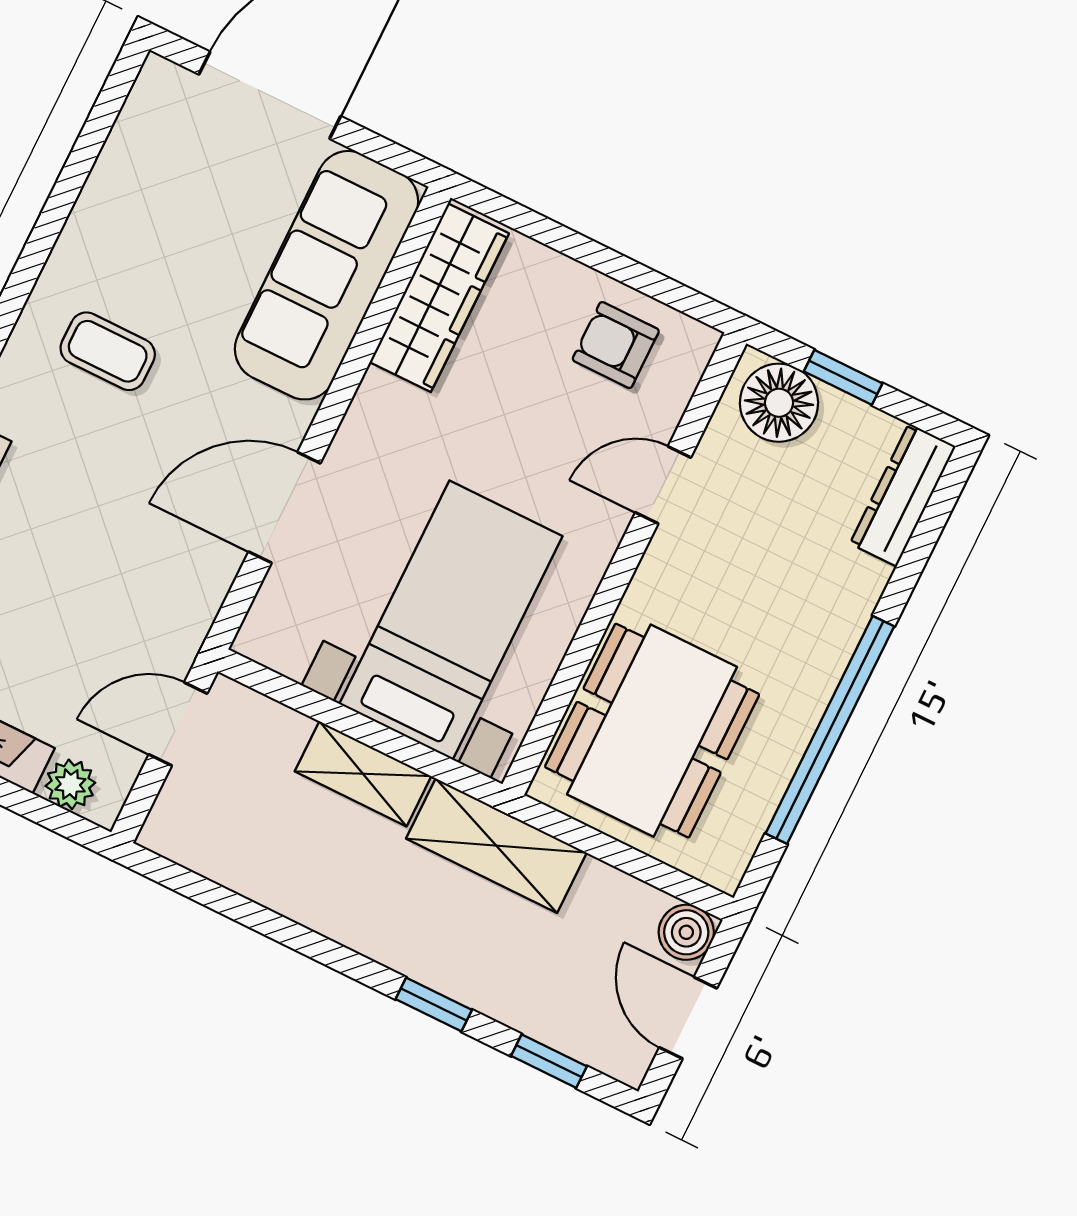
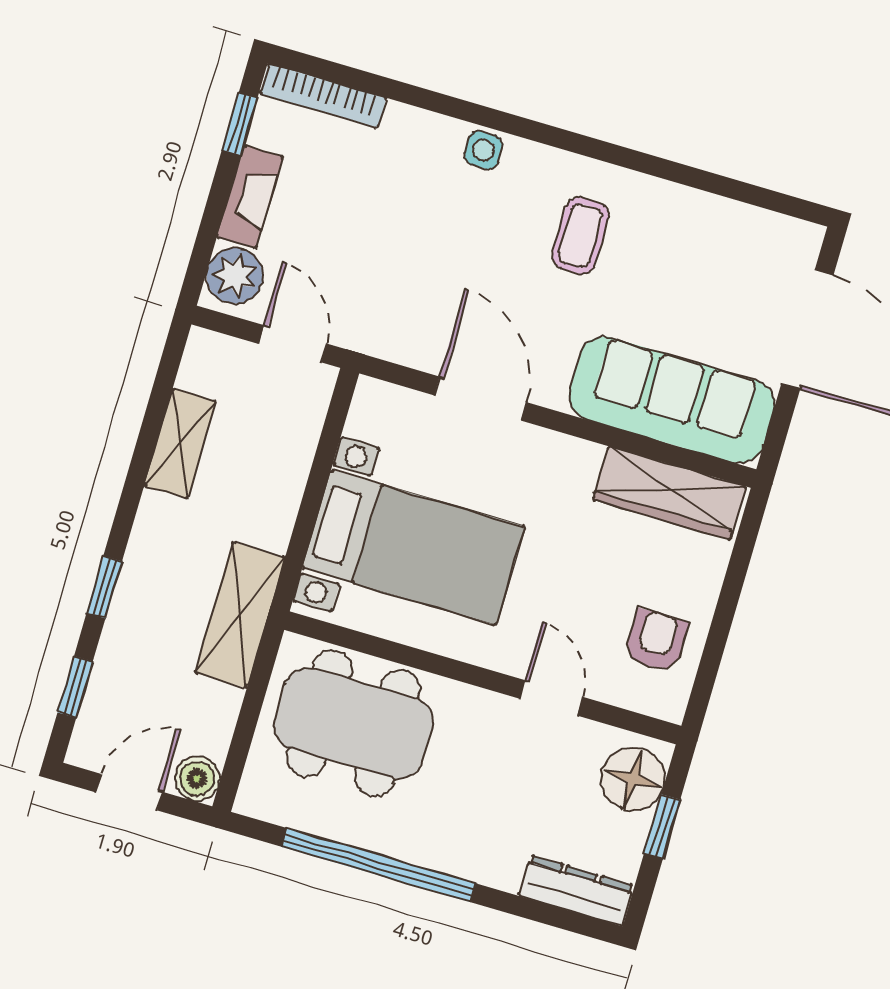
shelving: (363, 774) -> (180, 443), moved
plant: (70, 784) -> (235, 276), width x1.38, depth x1.38

